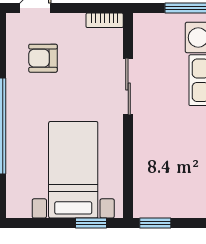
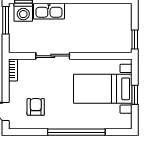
armchair: (43, 58) -> (36, 107), turned 180
window: (91, 223) -> (135, 95), moved

